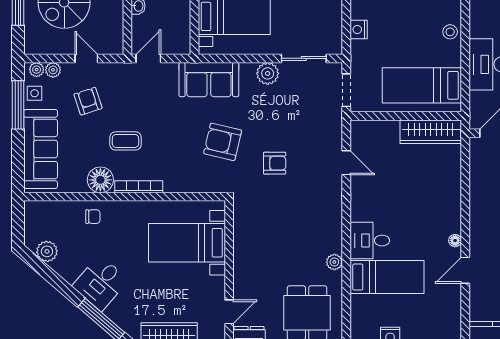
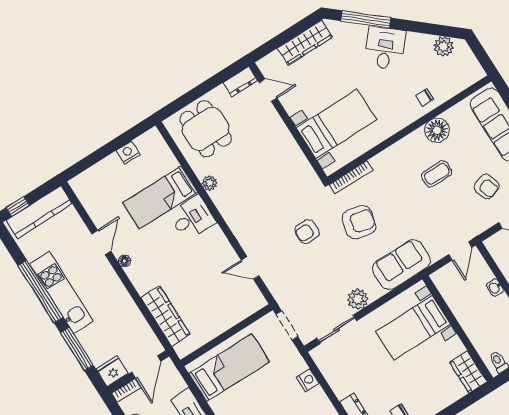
wardrobe: (431, 132) -> (166, 316), moved, turned 90
bookcase: (139, 187) -> (351, 177), moved
door: (229, 312) -> (268, 90), swing flipped

